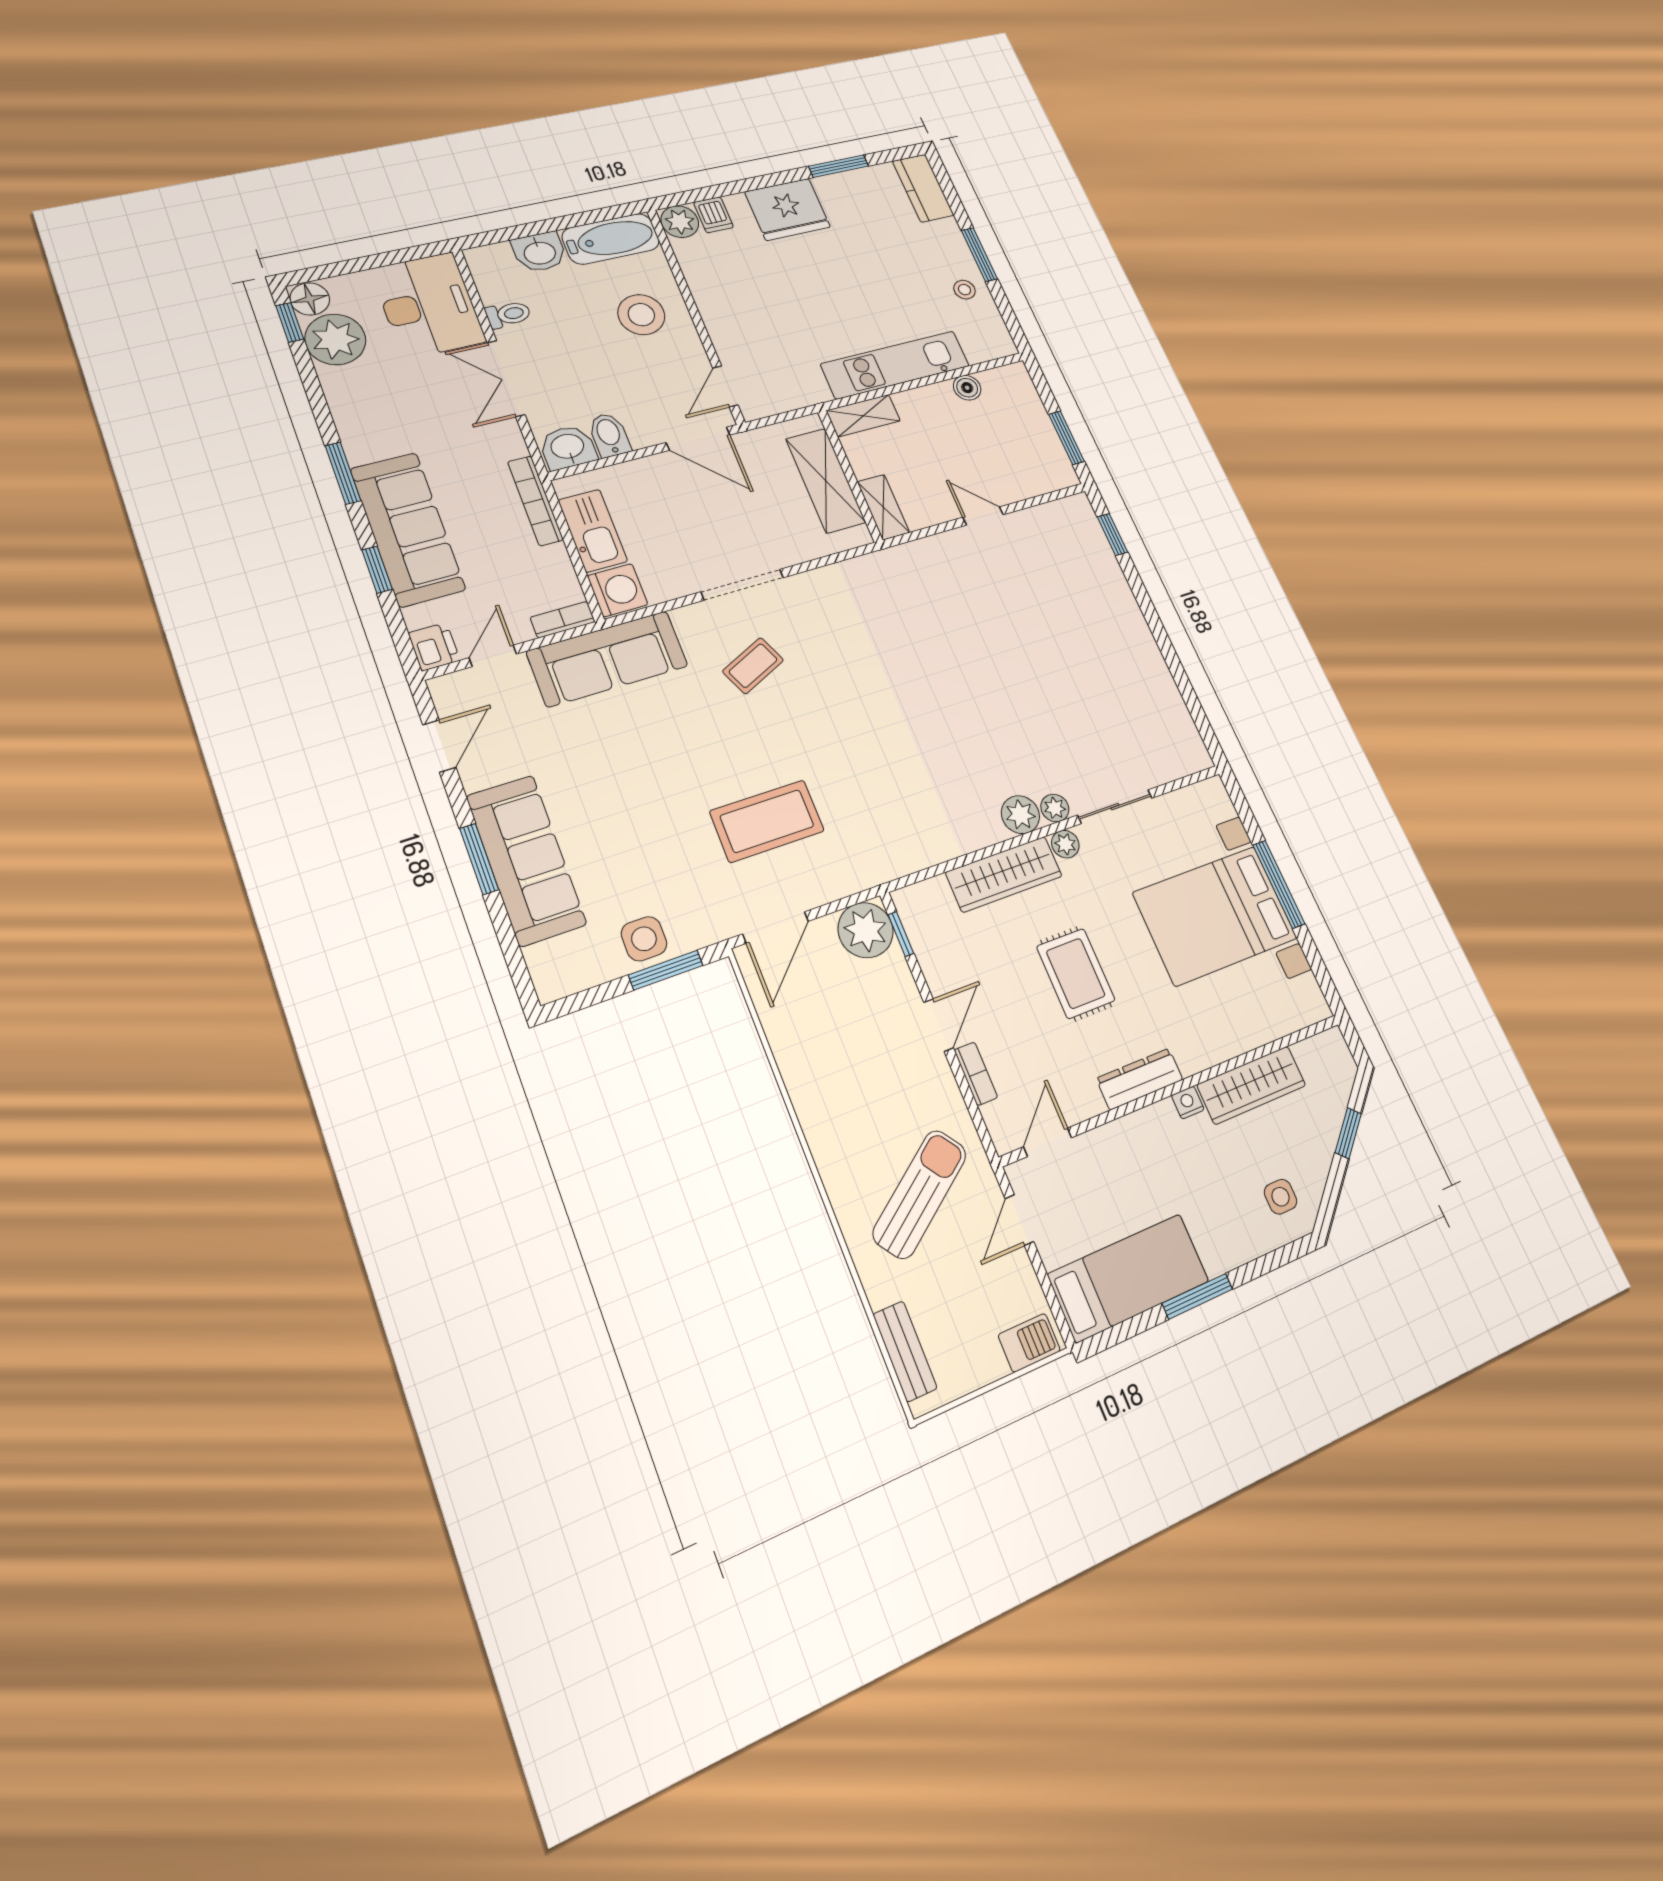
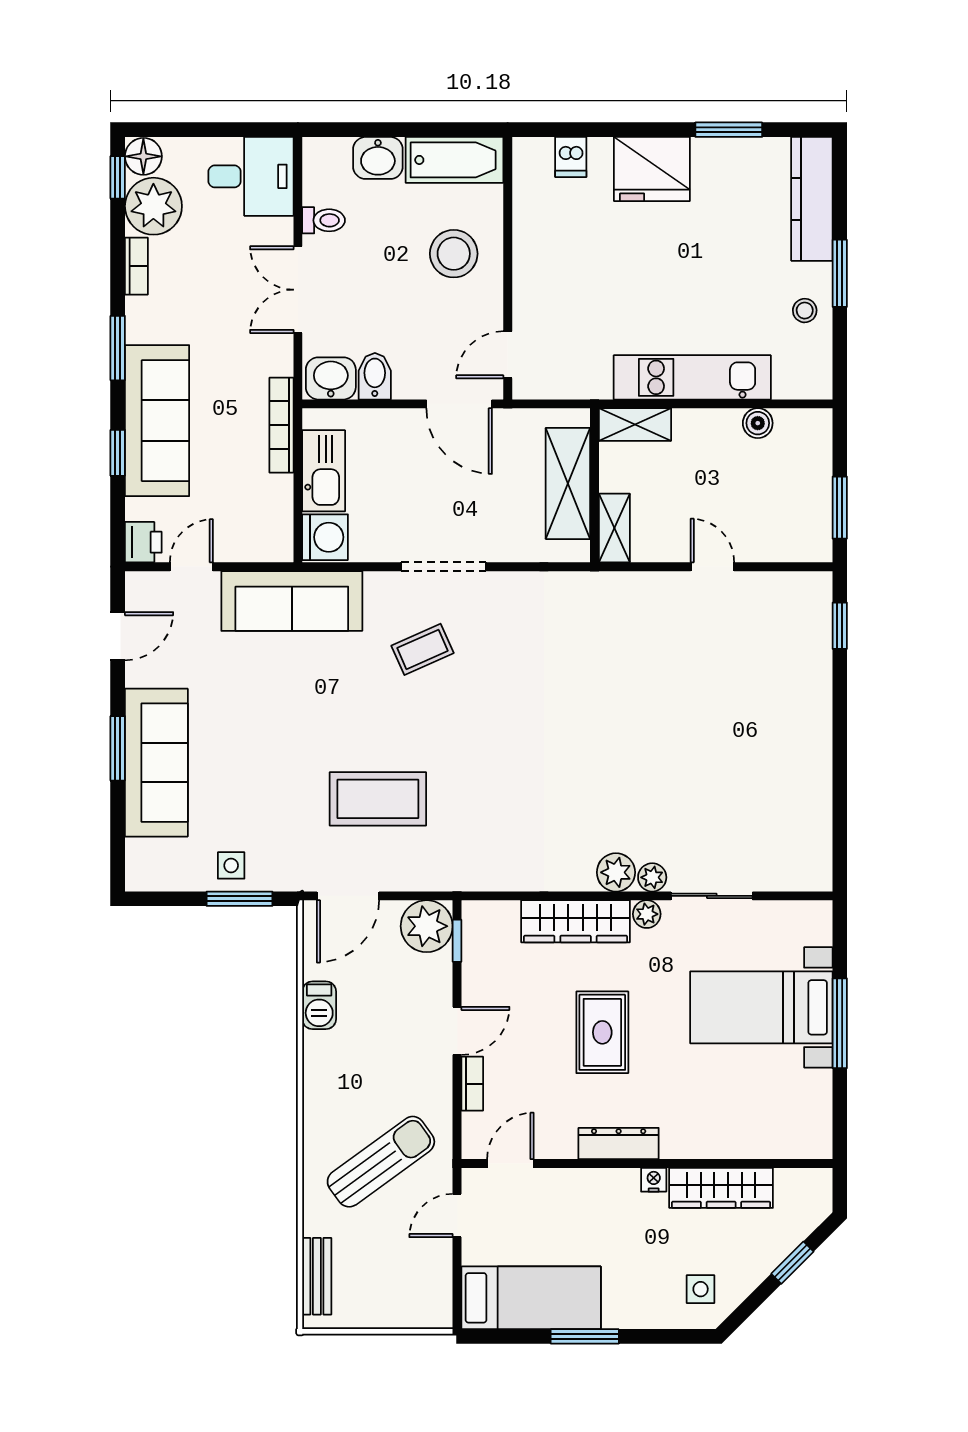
kitchen counter: (923, 188) -> (812, 199), width x1.50
plant: (680, 222) -> (532, 157), removed
desk: (428, 305) -> (251, 176), width x0.73
bookcase: (563, 620) -> (136, 266), moved, turned 90
bed with nightstands: (1215, 916) -> (761, 1007), width x0.73
side table: (644, 939) -> (231, 865), width x0.73, depth x0.73
barbecue: (1029, 1343) -> (319, 1005), moved, turned 90

